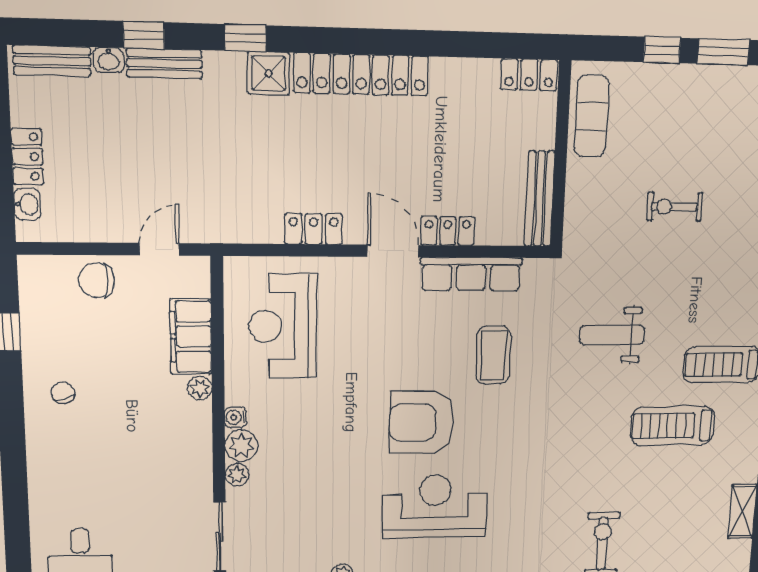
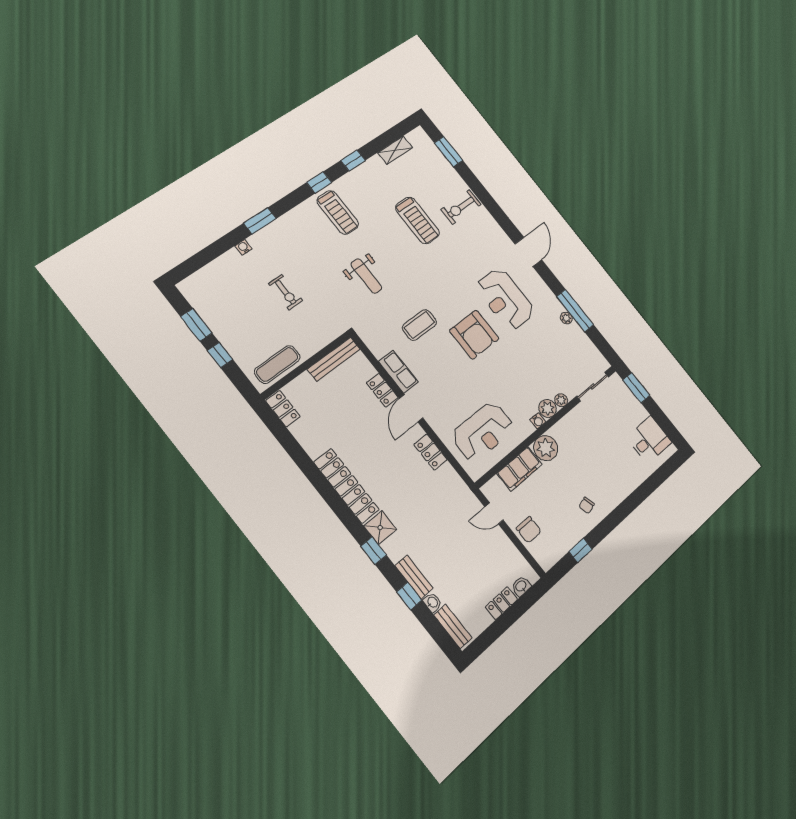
row of seats: (471, 274) -> (398, 372), width x0.68
plant: (200, 388) -> (546, 448), width x1.88, depth x1.88
treadmill: (672, 426) -> (417, 220), moved

